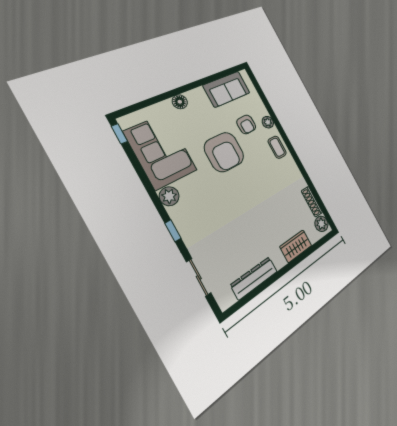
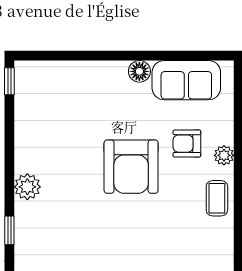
floor lamp: (180, 102) -> (139, 71), moved
armchair: (246, 124) -> (187, 144), turned 93
corner sofa: (161, 151) -> (47, 125), removed

